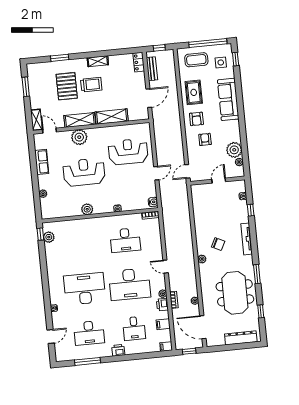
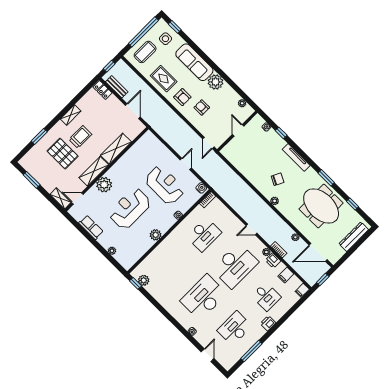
plant: (234, 150) -> (216, 82), moved
reception desk: (128, 152) -> (165, 185), moved, turned 90
desk: (89, 333) -> (235, 328), turned 180

